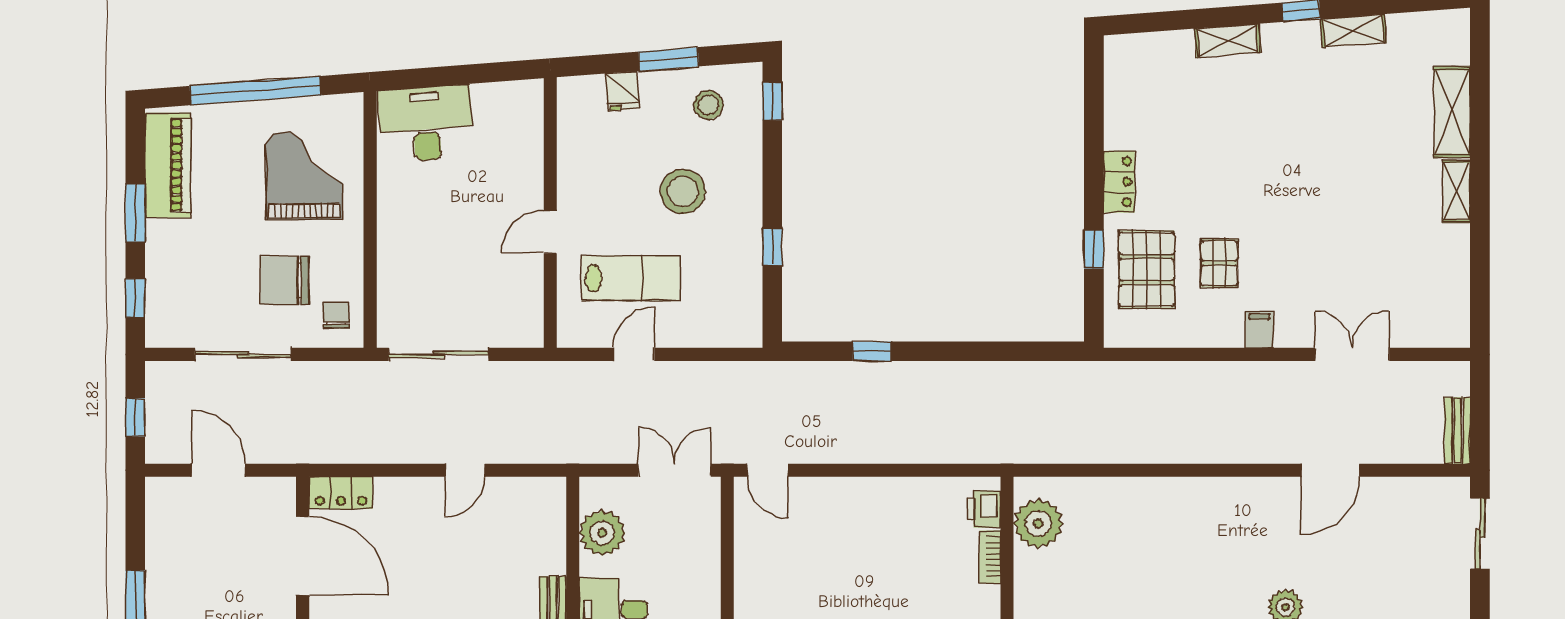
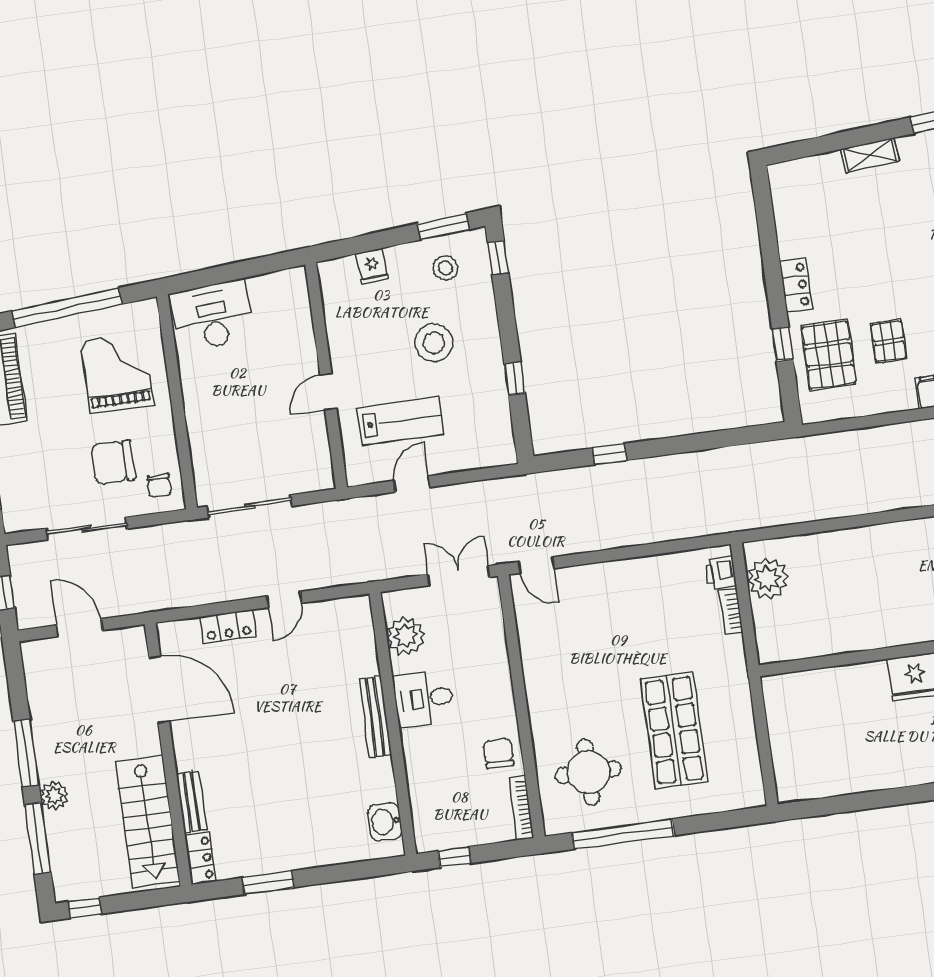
window: (669, 59) -> (443, 226), moved
chair: (336, 316) -> (159, 486), turned 180
locker: (341, 493) -> (228, 626), moved

